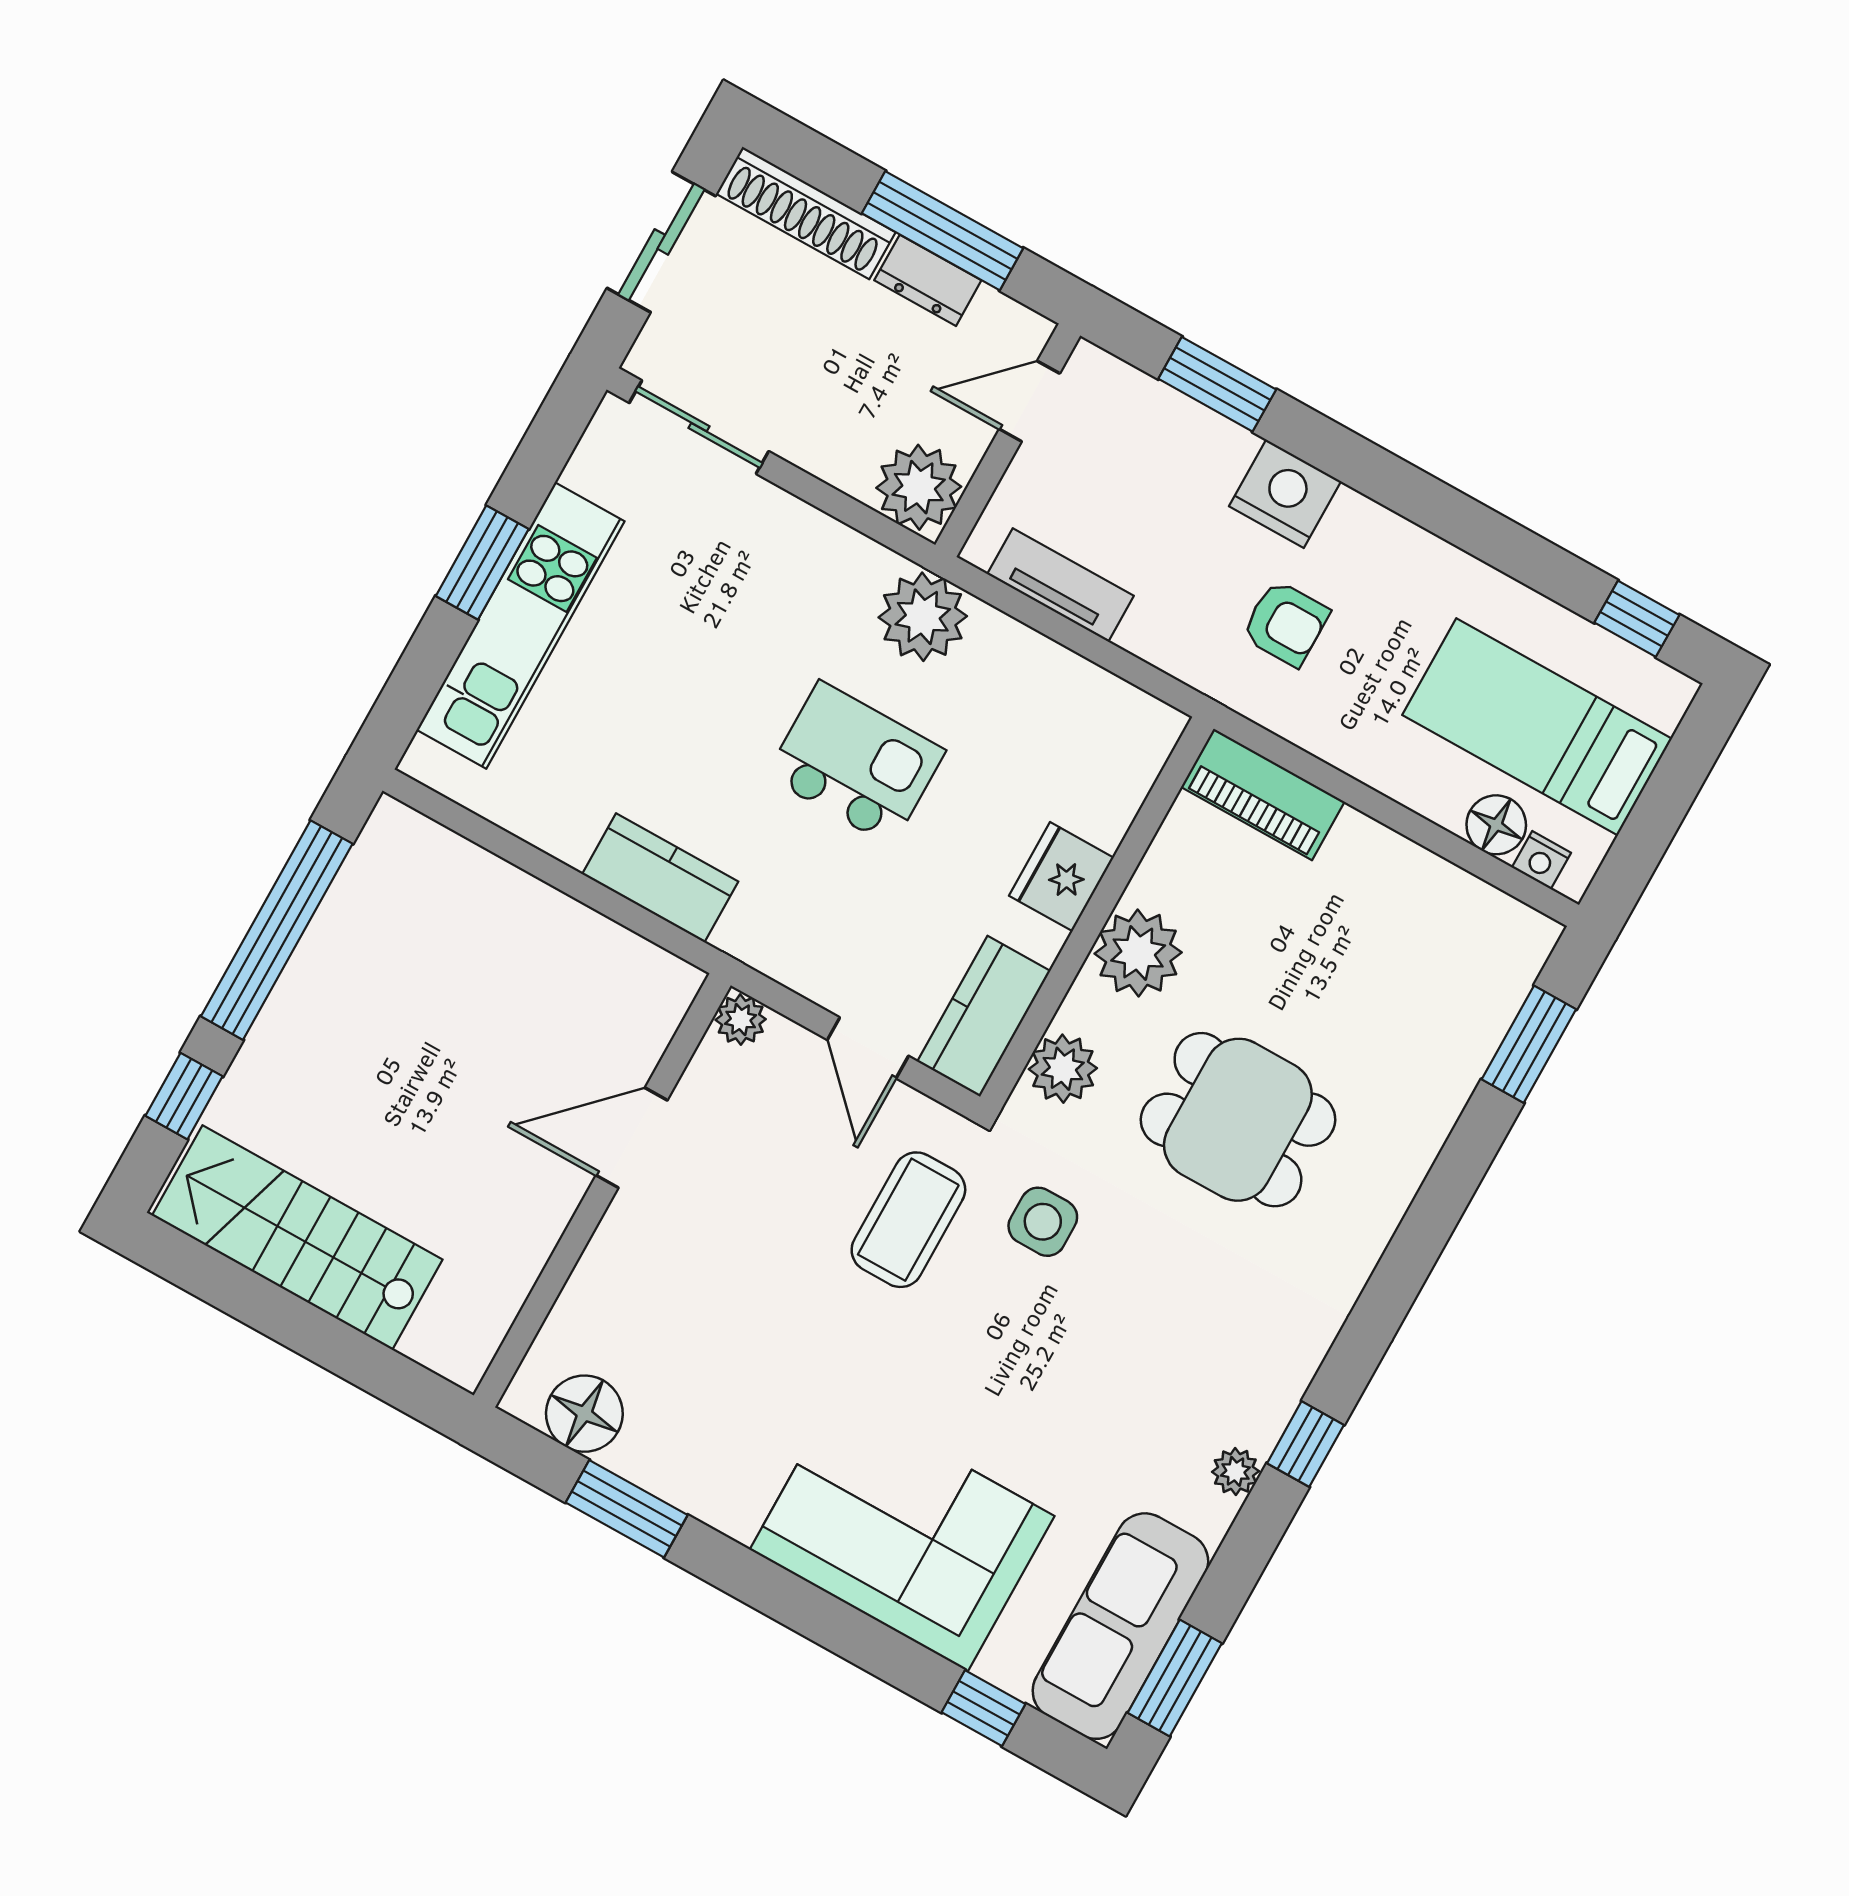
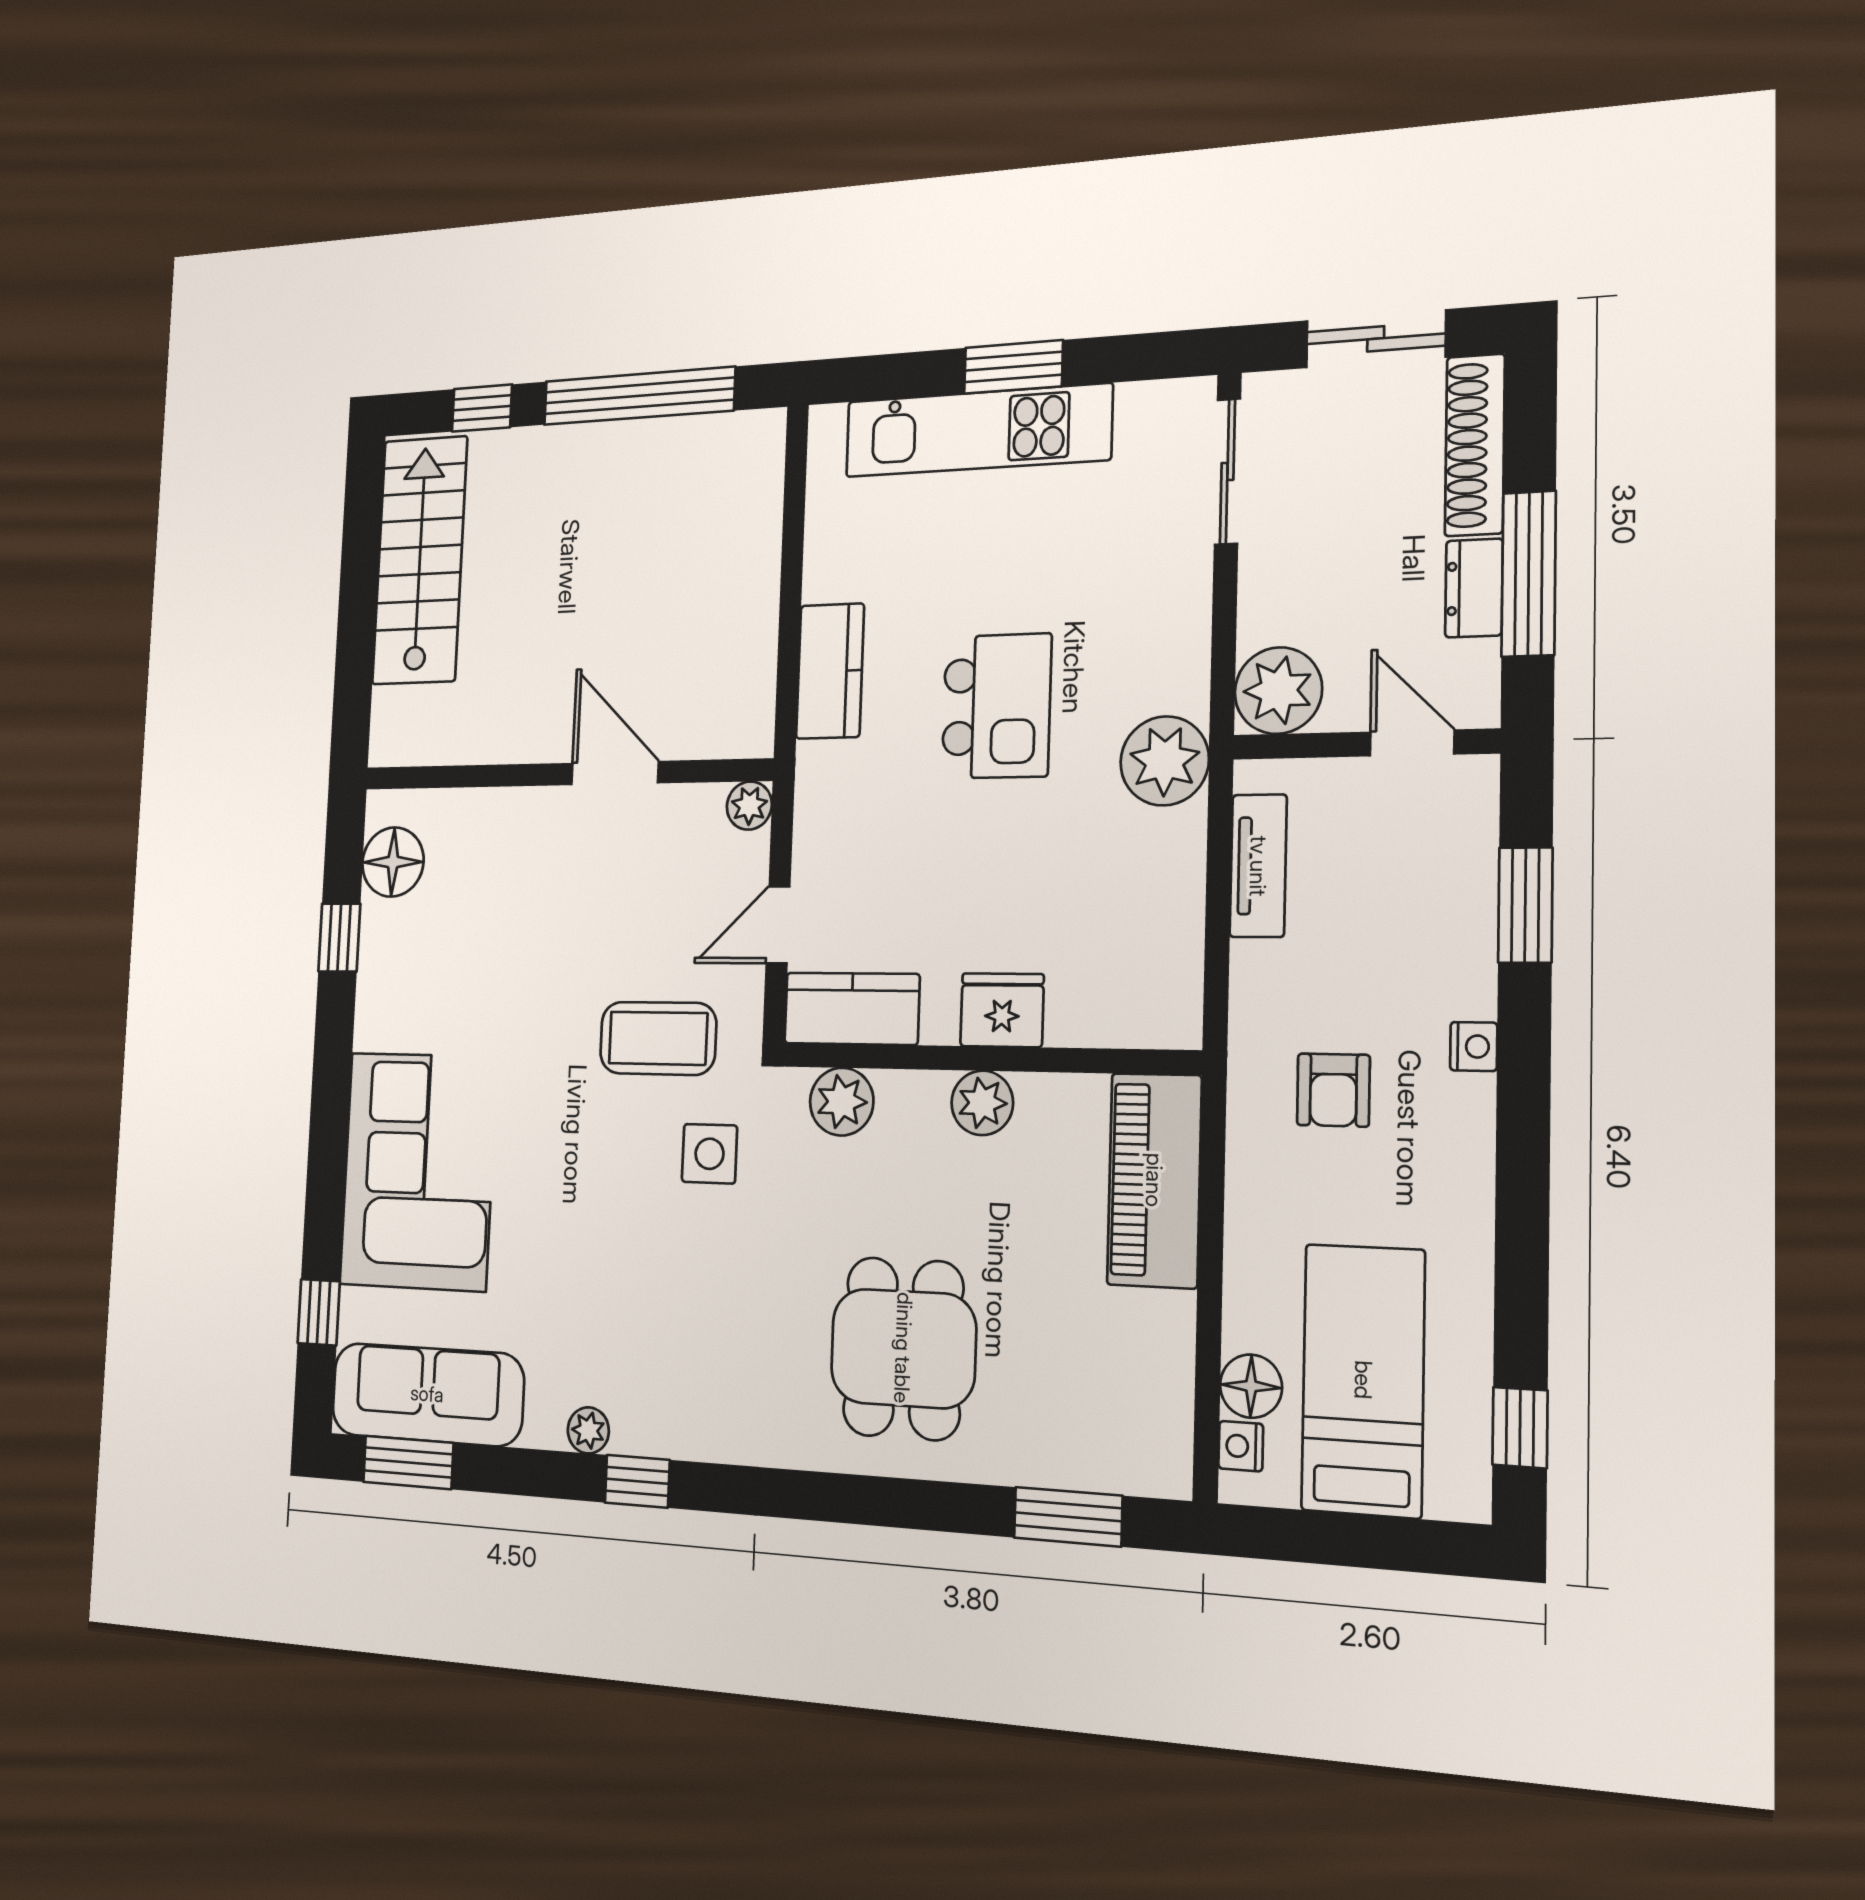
nightstand: (1285, 494) -> (1474, 1046), width x0.53, depth x0.56
kitchen island: (856, 763) -> (997, 706), moved
piano: (1263, 794) -> (1154, 1180), width x1.37, depth x1.33
plant: (1138, 953) -> (982, 1103), width x0.73, depth x0.73
dining table: (1238, 1120) -> (903, 1348), moved
window: (627, 1509) -> (339, 937), width x0.67

